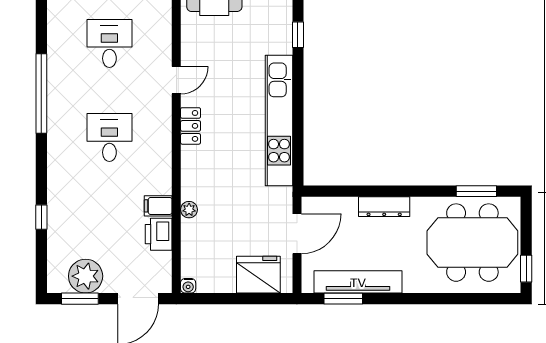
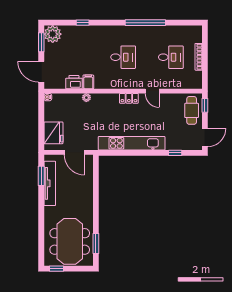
dresser: (384, 207) -> (88, 197), removed
plant: (86, 276) -> (53, 34), moved

